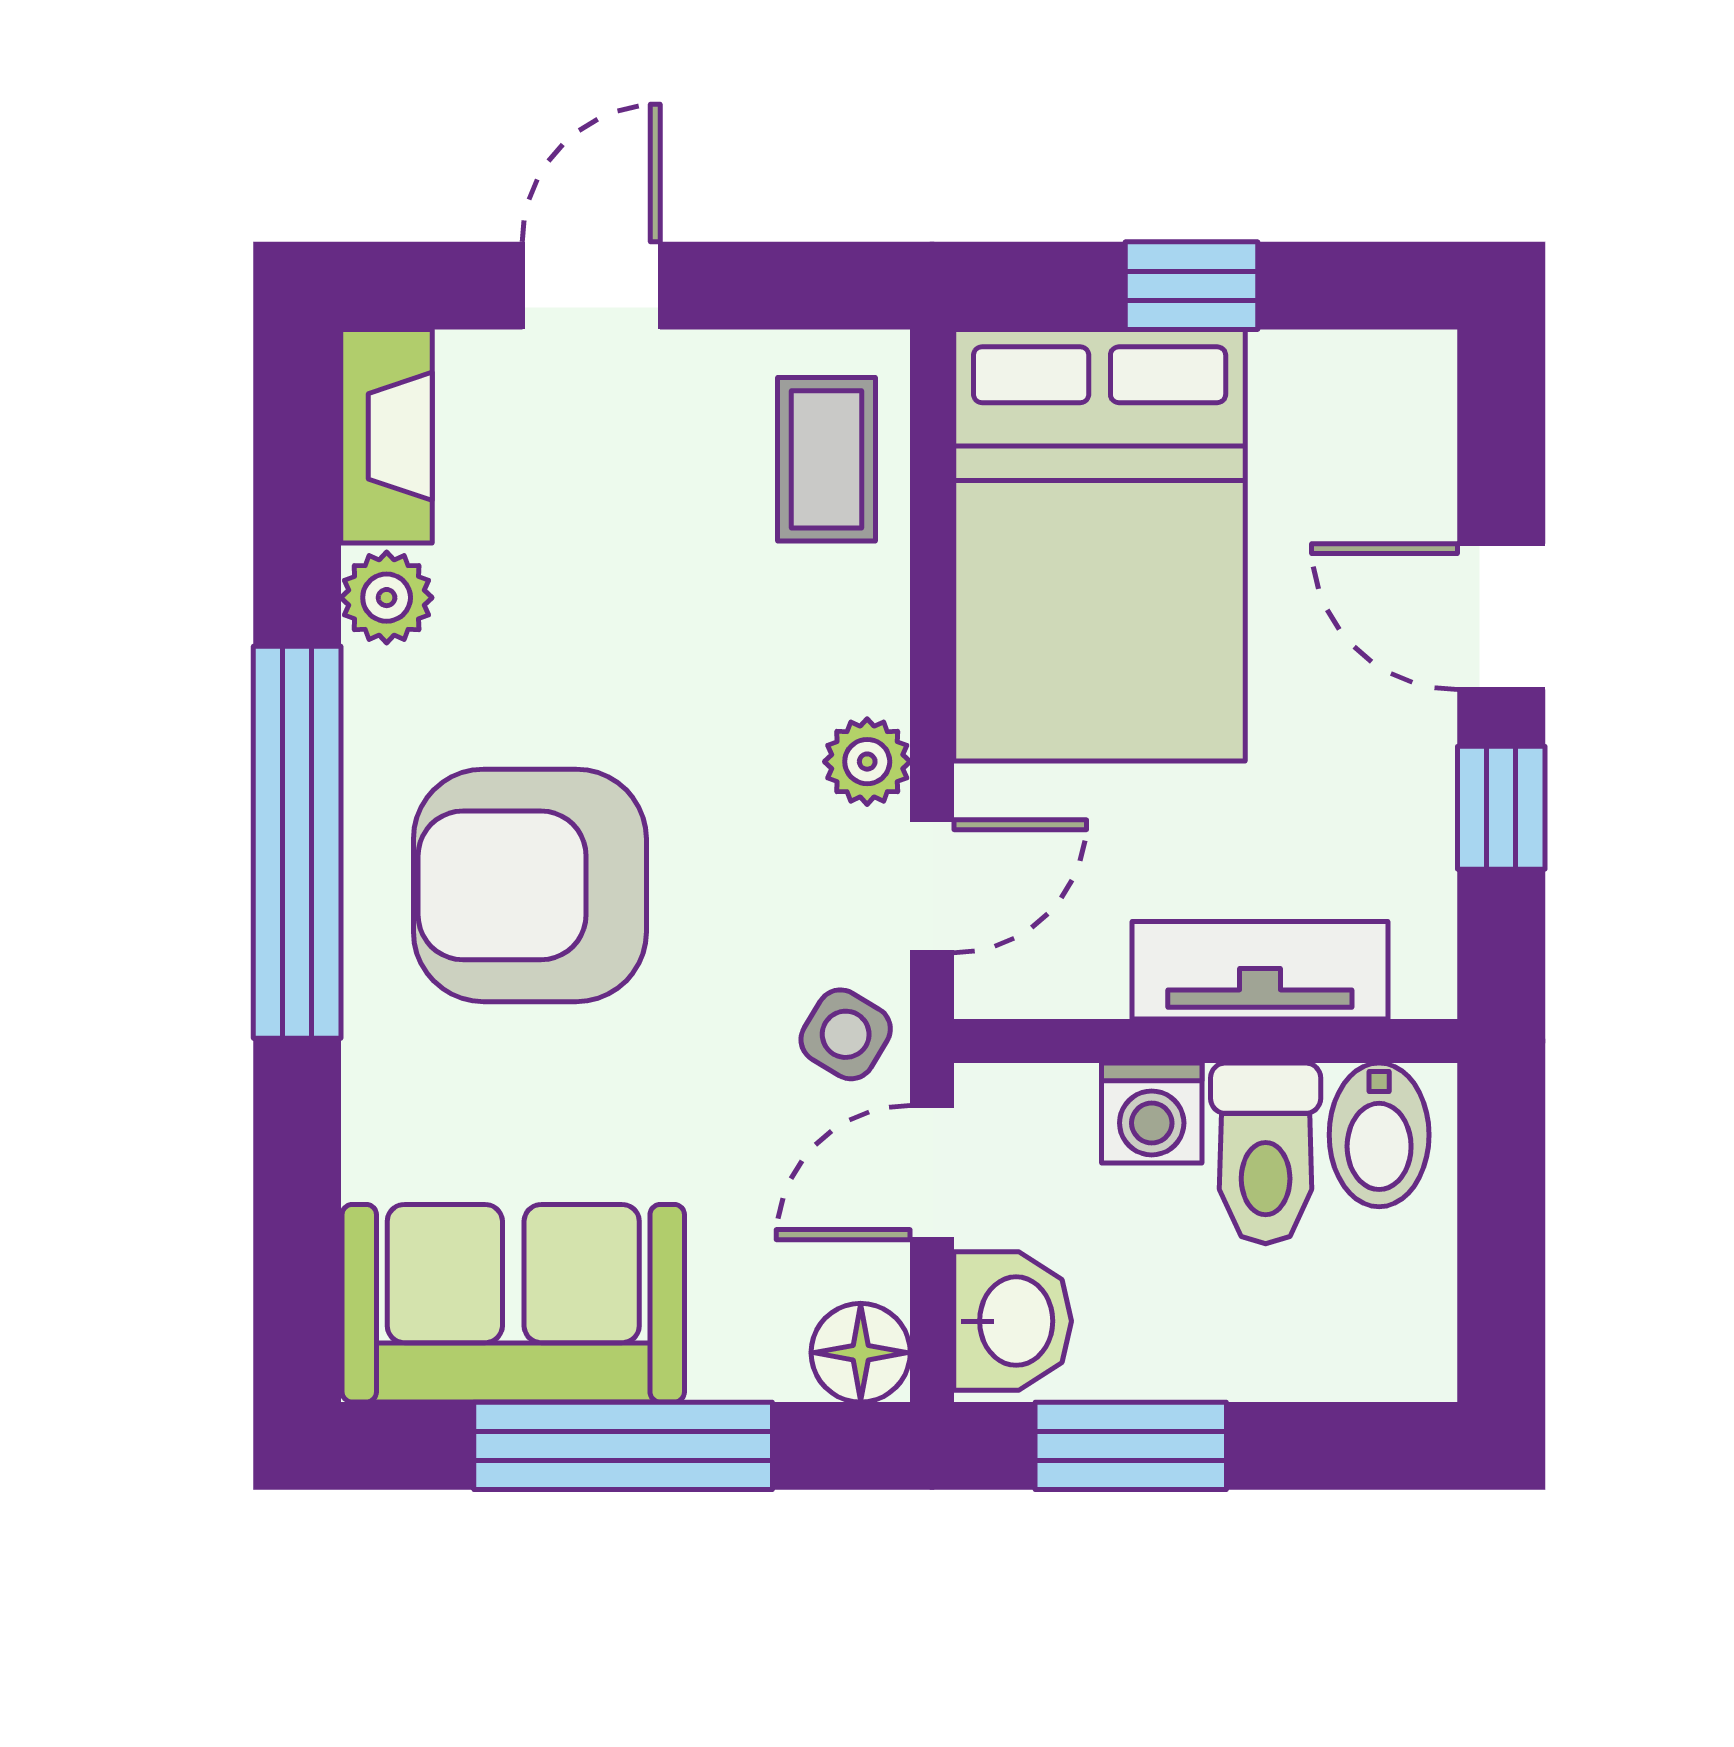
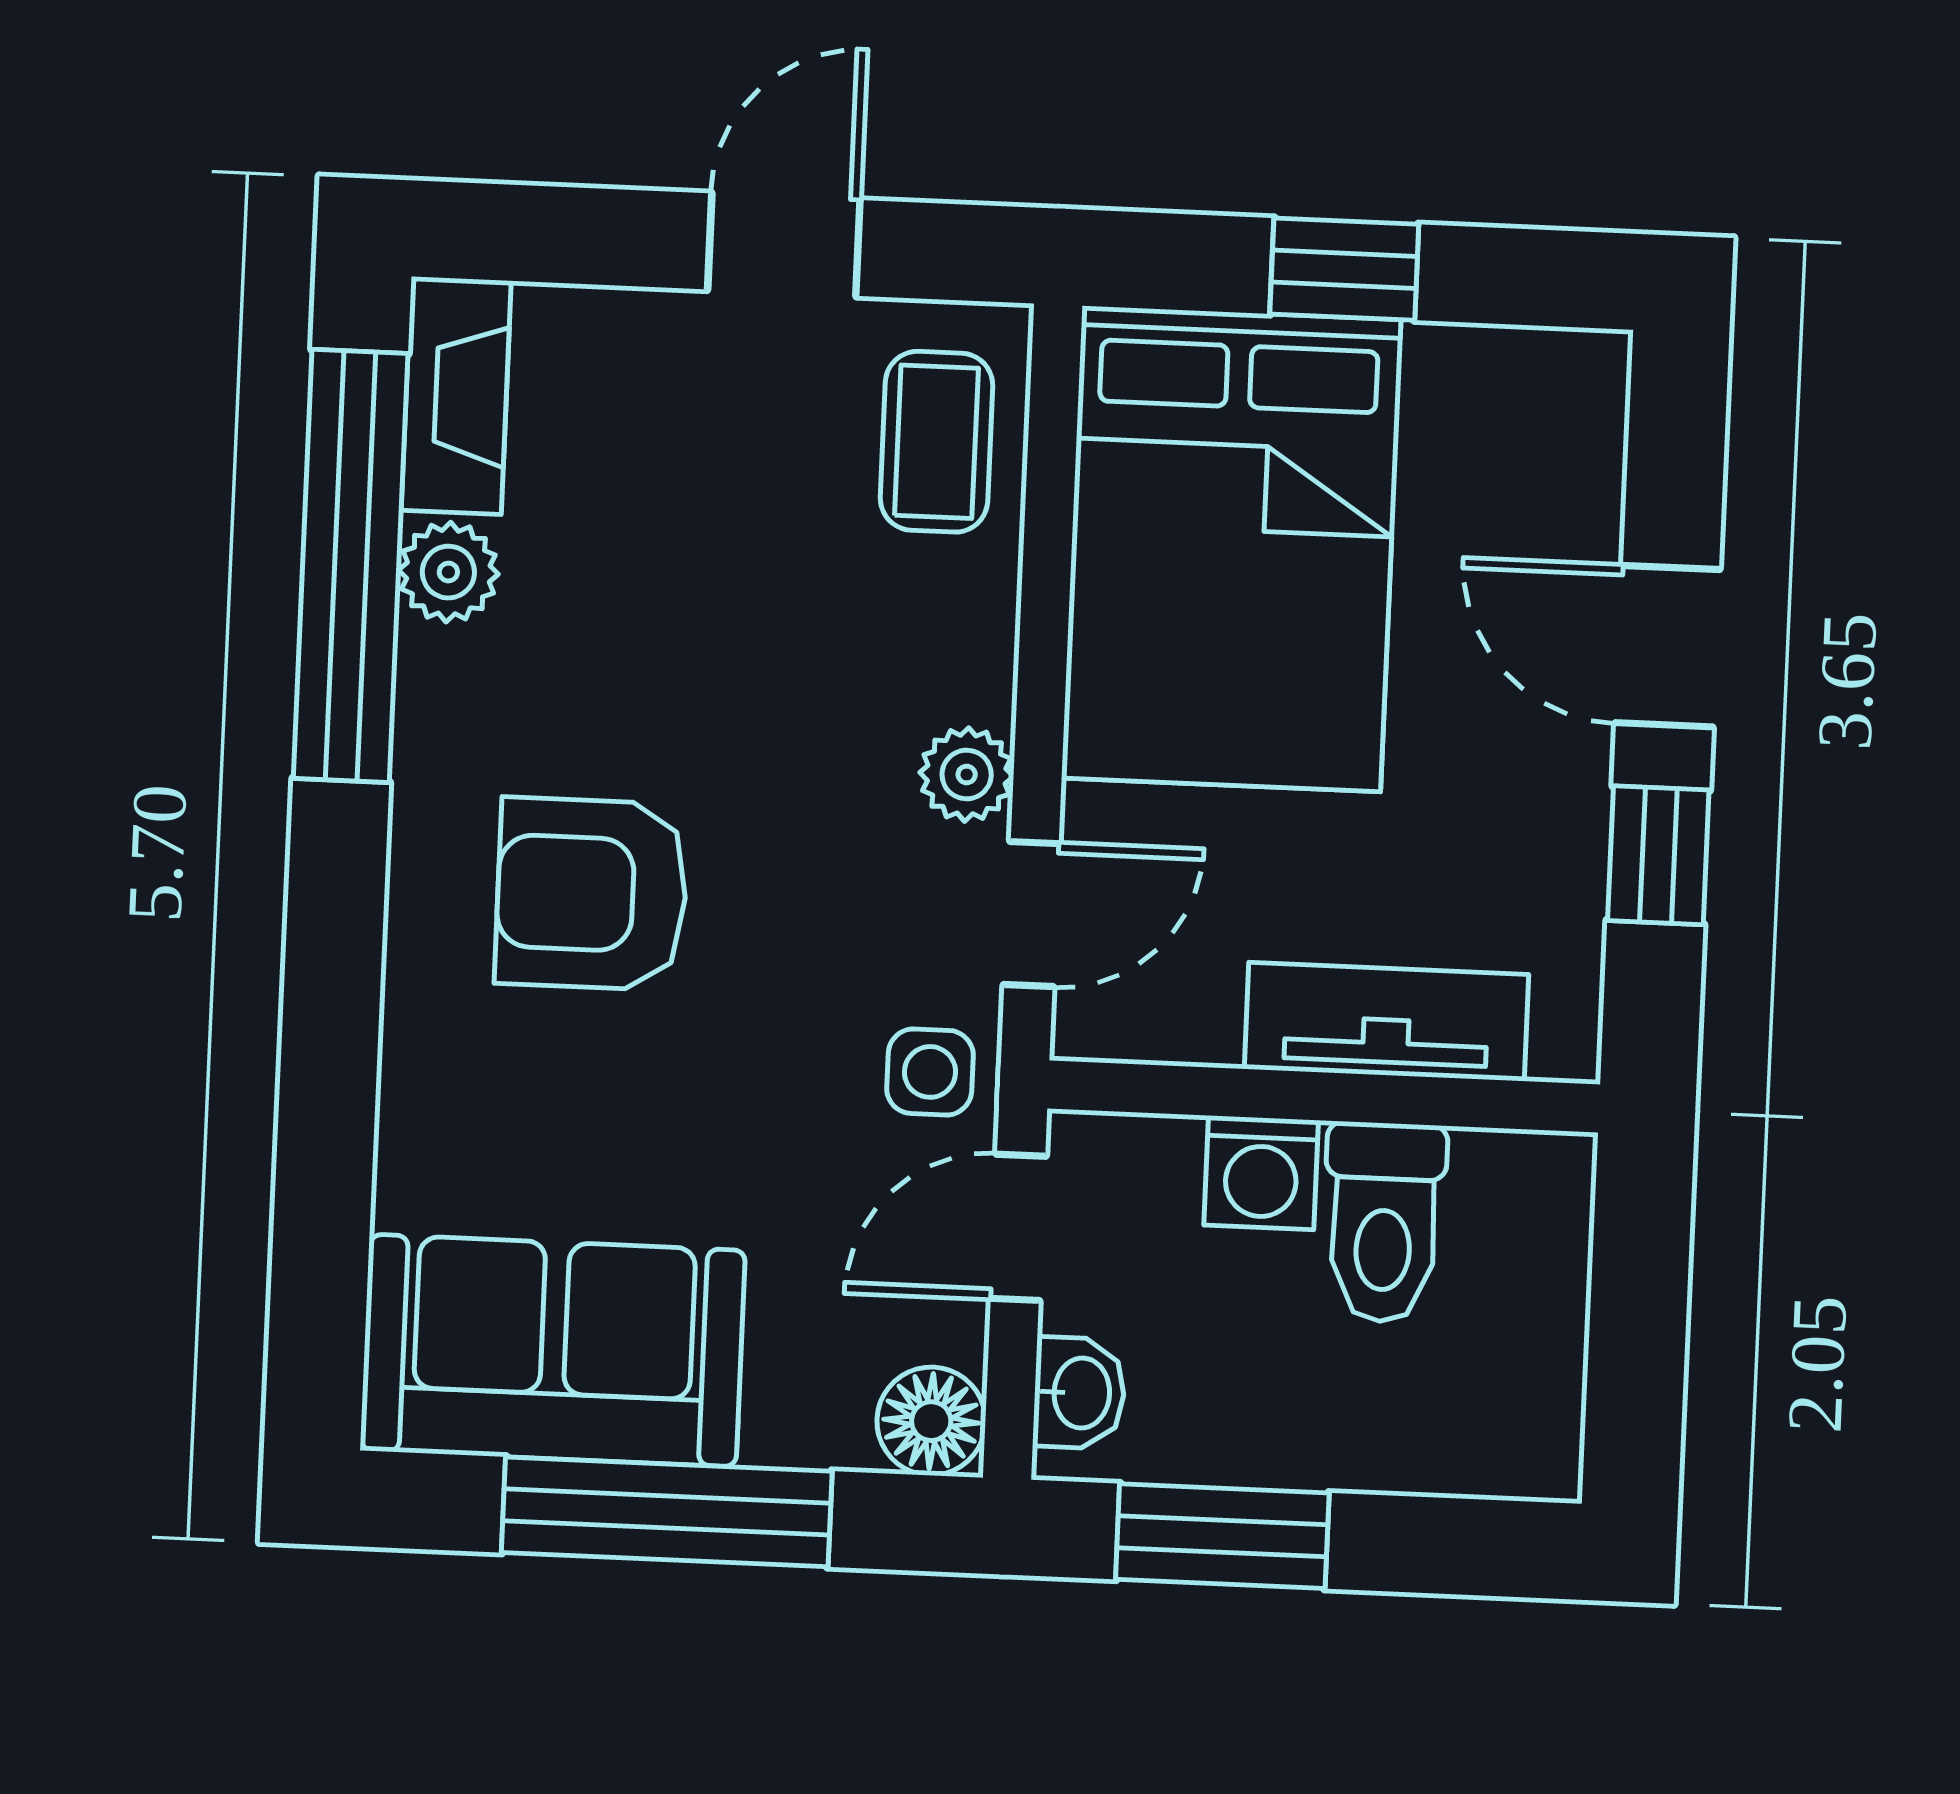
door: (591, 286) -> (784, 245), moved
window: (297, 842) -> (351, 566), moved
armchair: (530, 885) -> (592, 894), width x0.73, depth x0.73
side table: (846, 1034) -> (930, 1072), turned -31
bidet: (1379, 1135) -> (1509, 1208), removed
washbasin: (1013, 1321) -> (1079, 1393), width x0.72, depth x0.69

